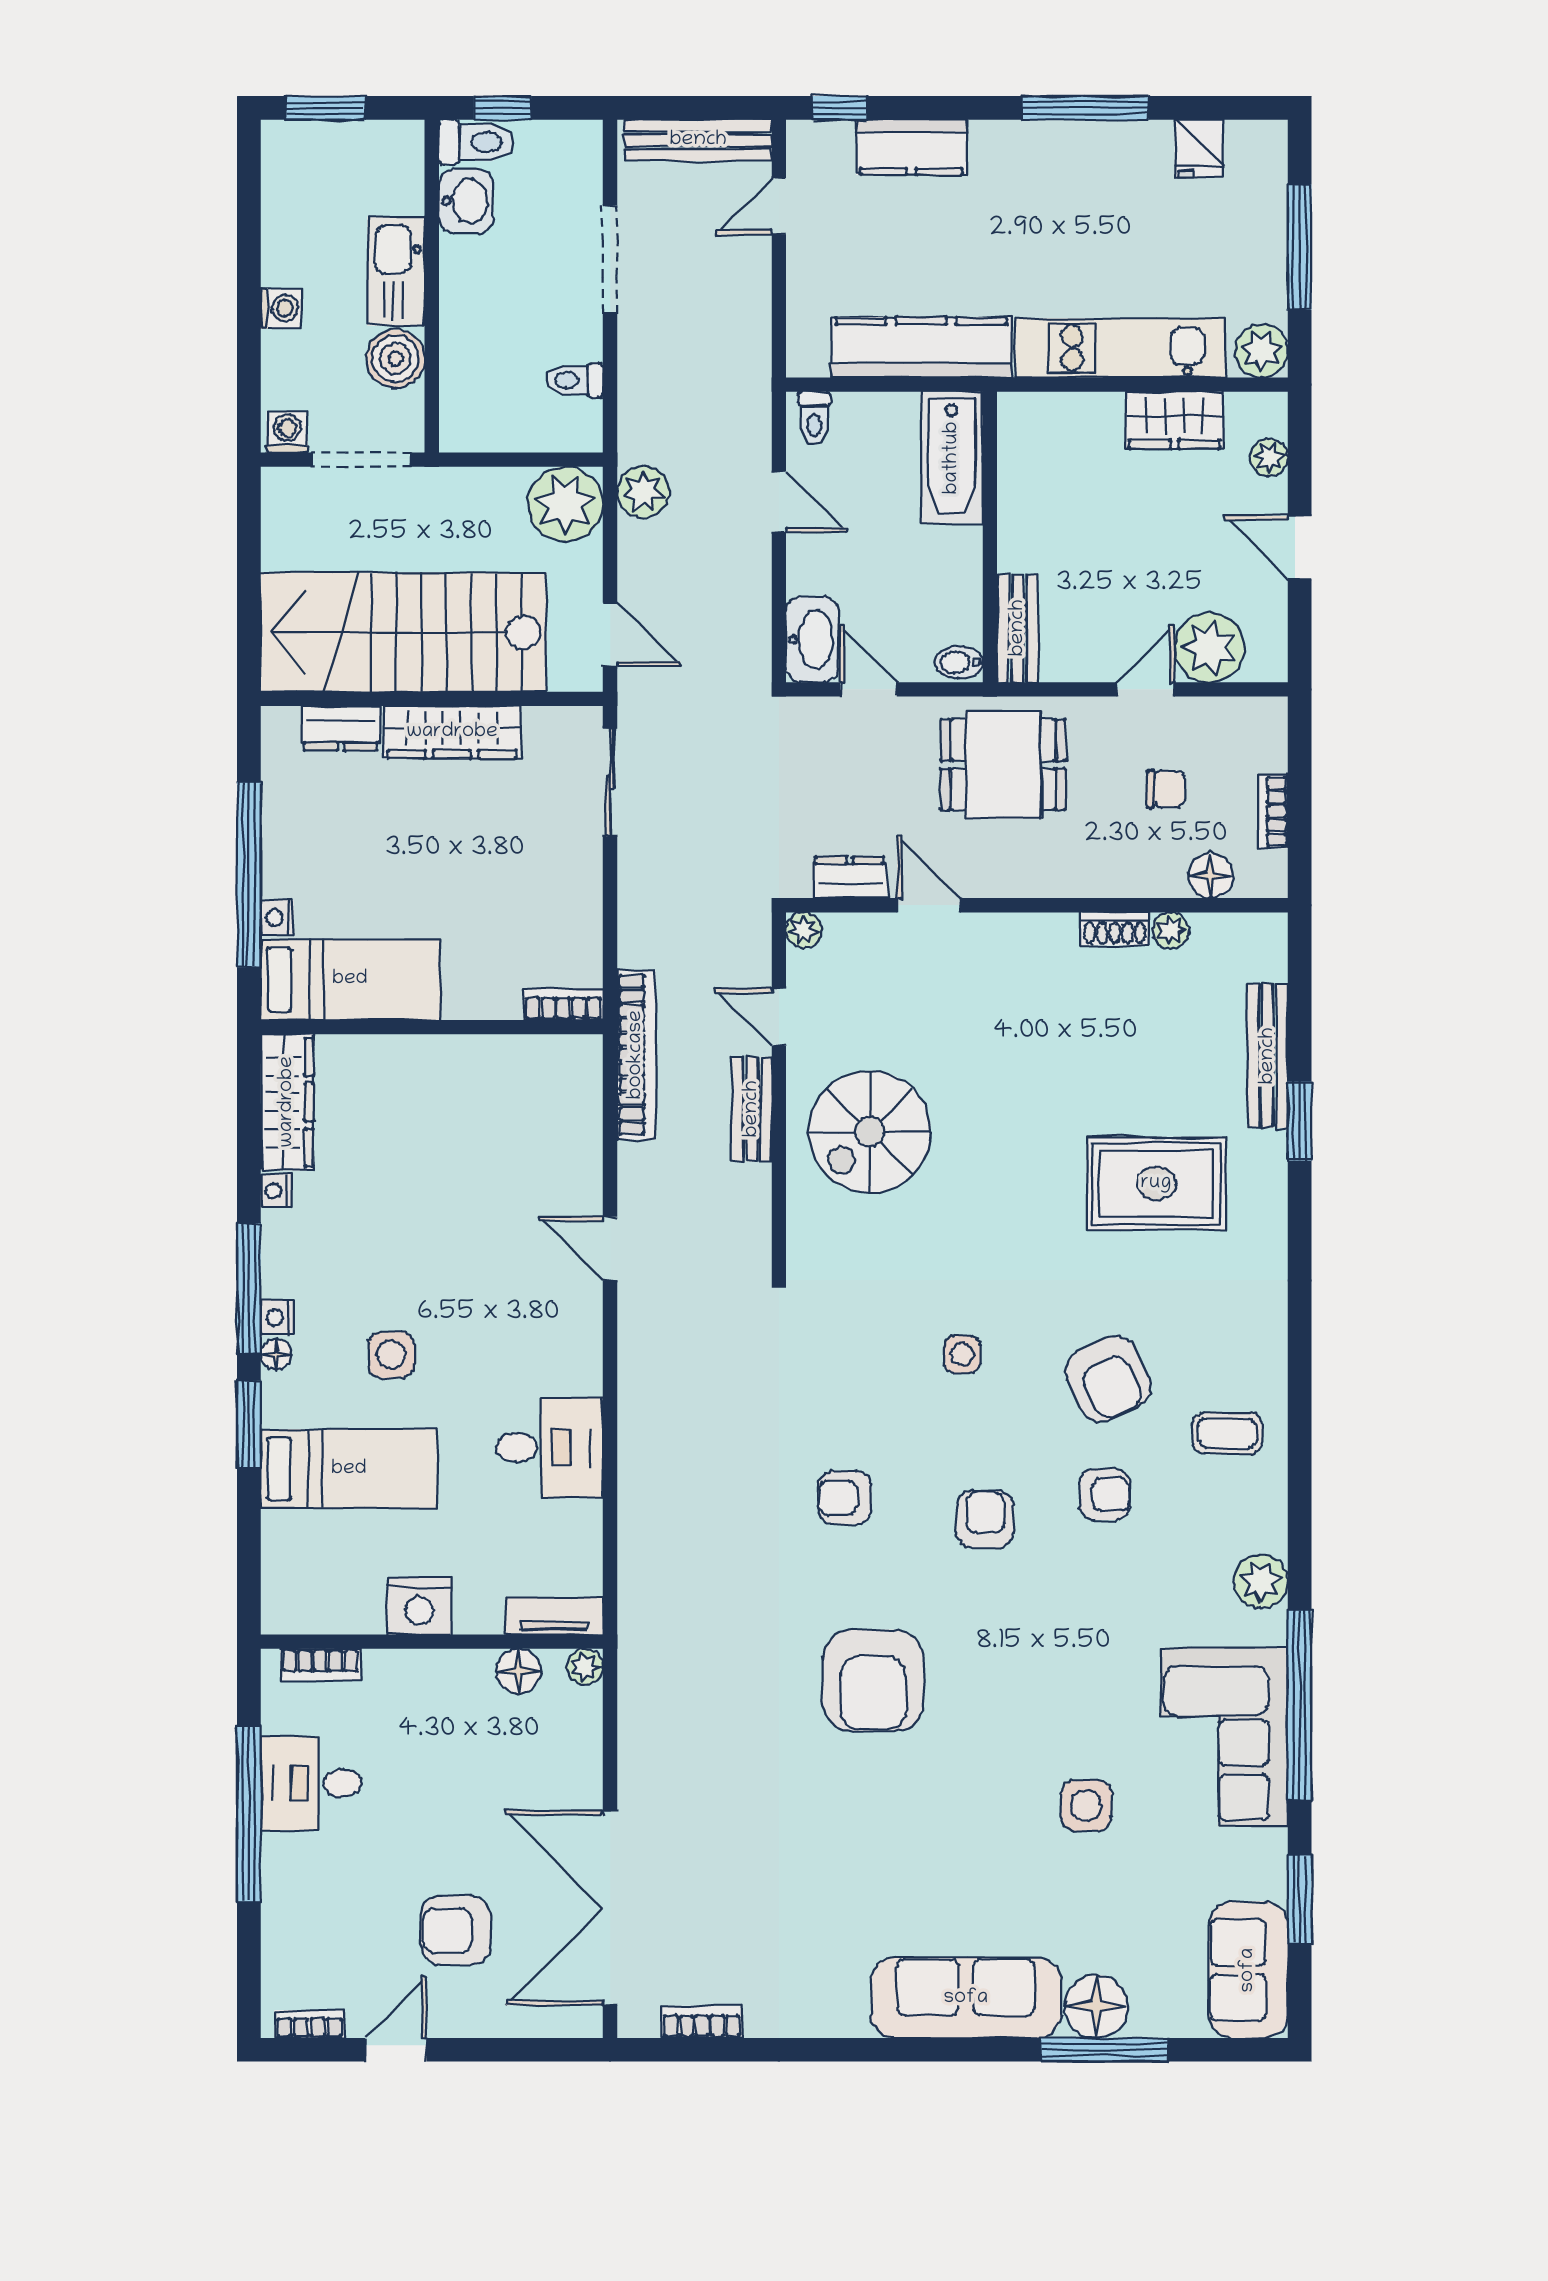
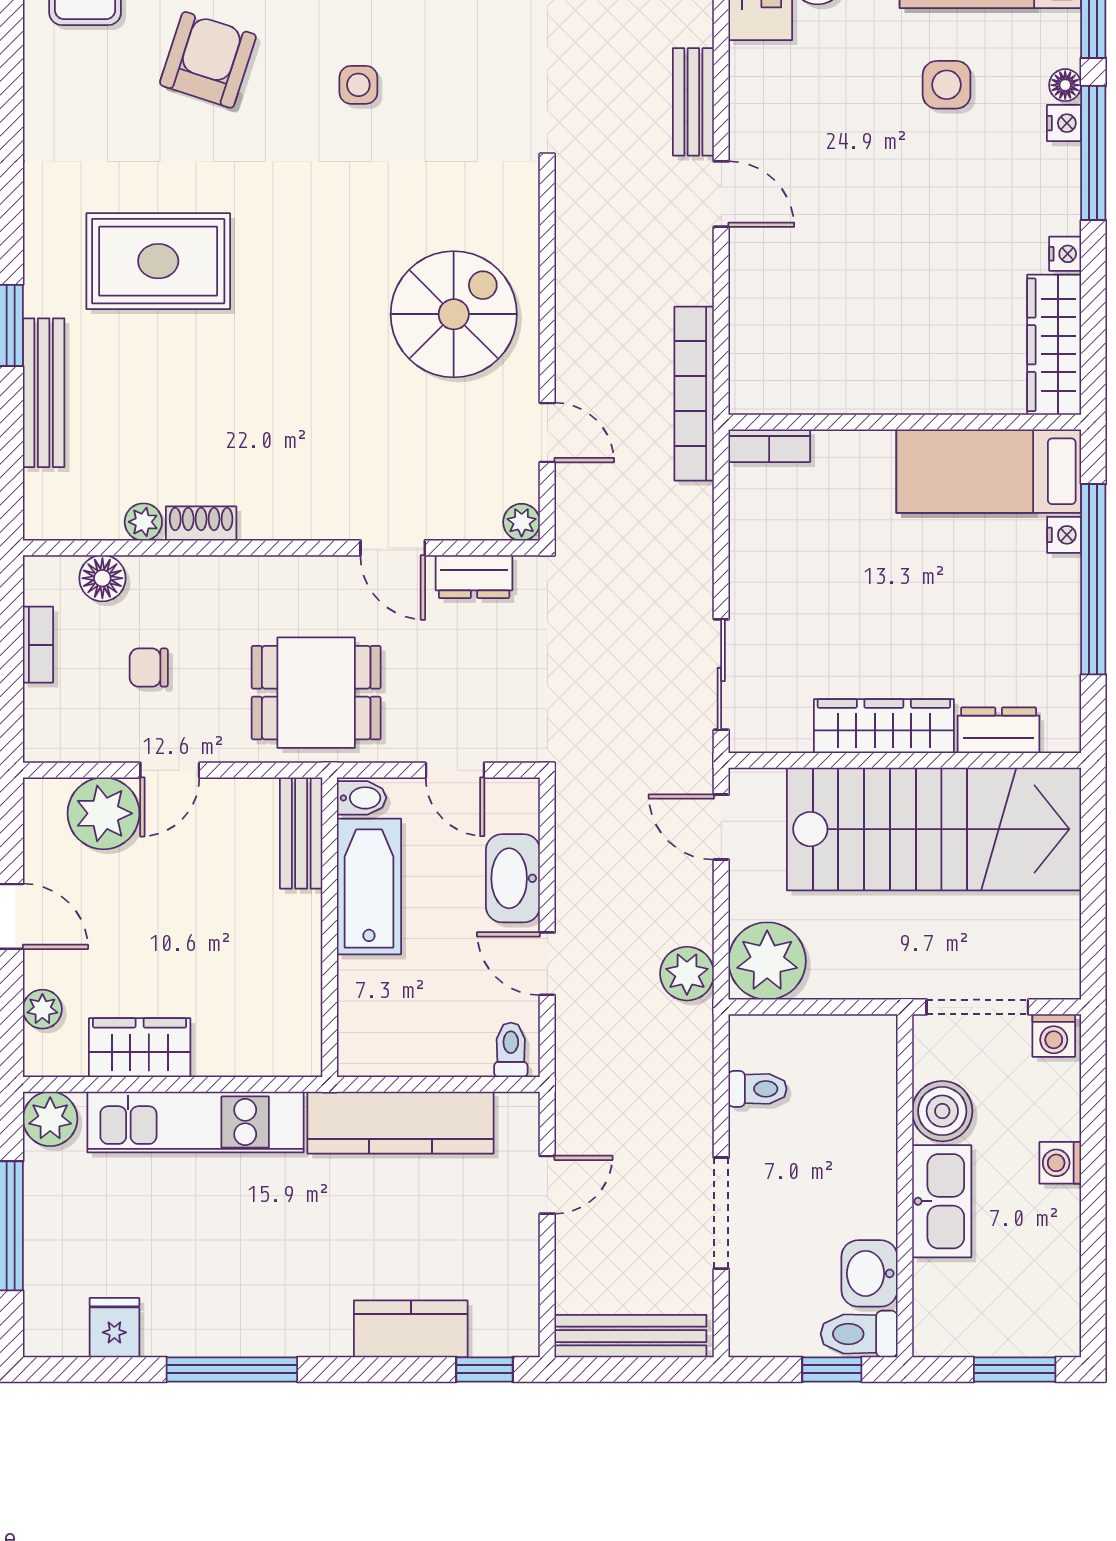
door: (779, 206) -> (547, 1185), moved
bathtub: (952, 458) -> (369, 887), moved
washbasin: (812, 640) -> (513, 878), moved
bench: (752, 1109) -> (693, 102), moved
armchair: (1108, 1379) -> (208, 60), turned 44

